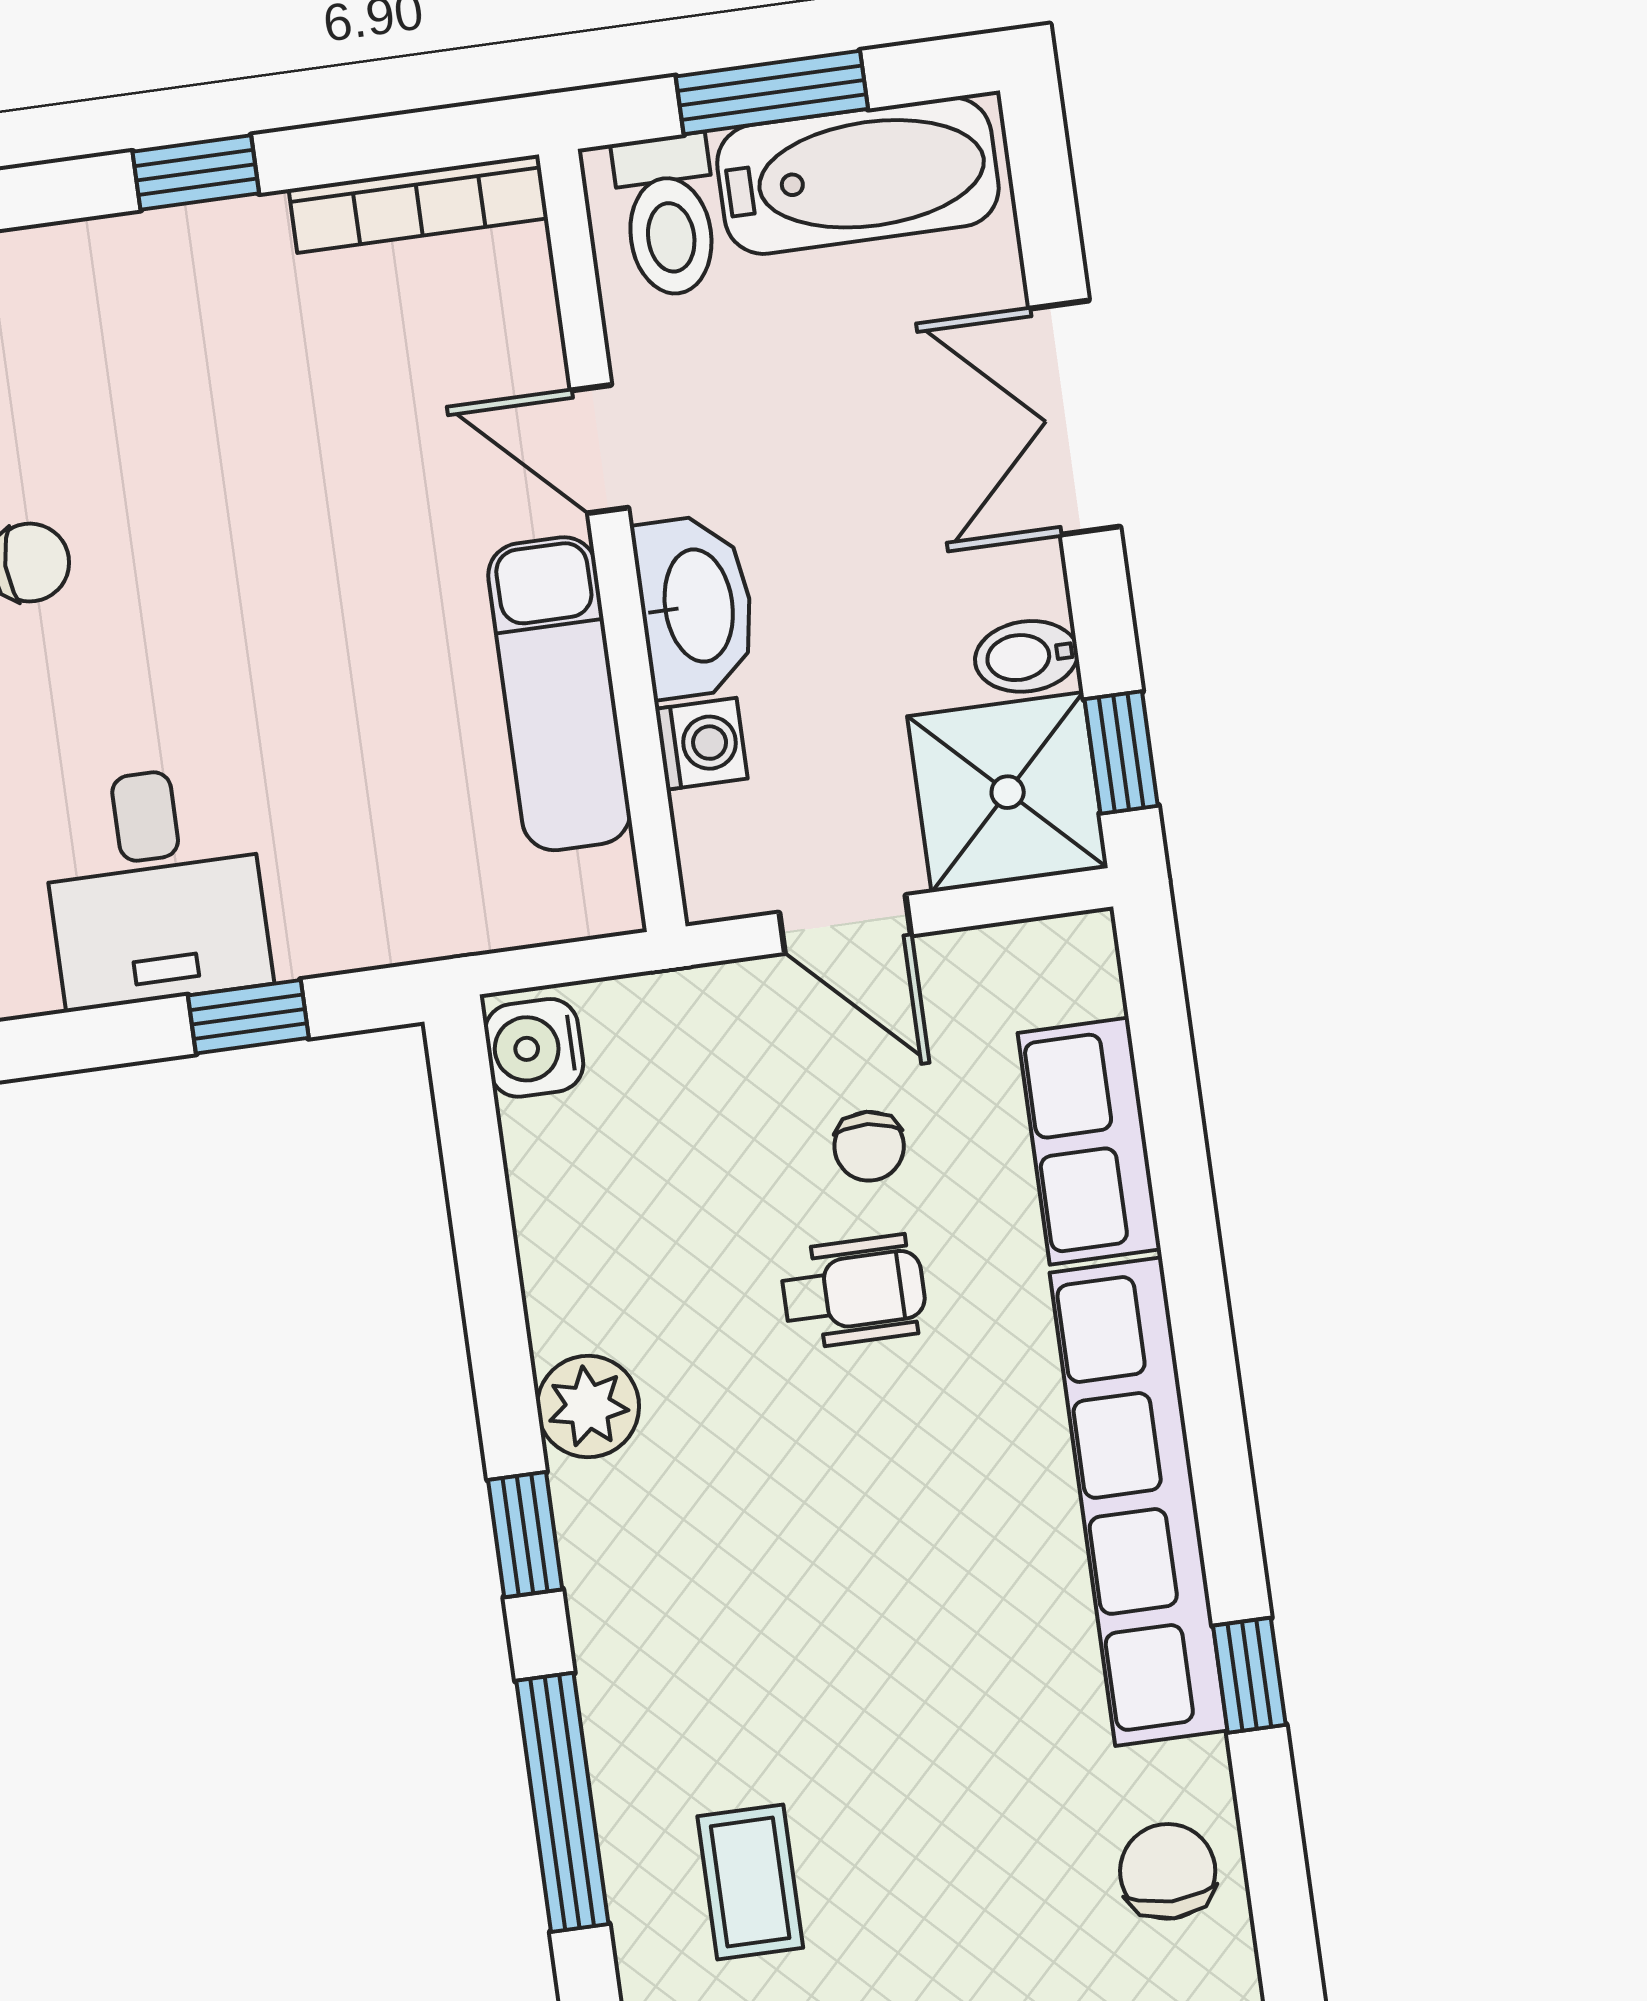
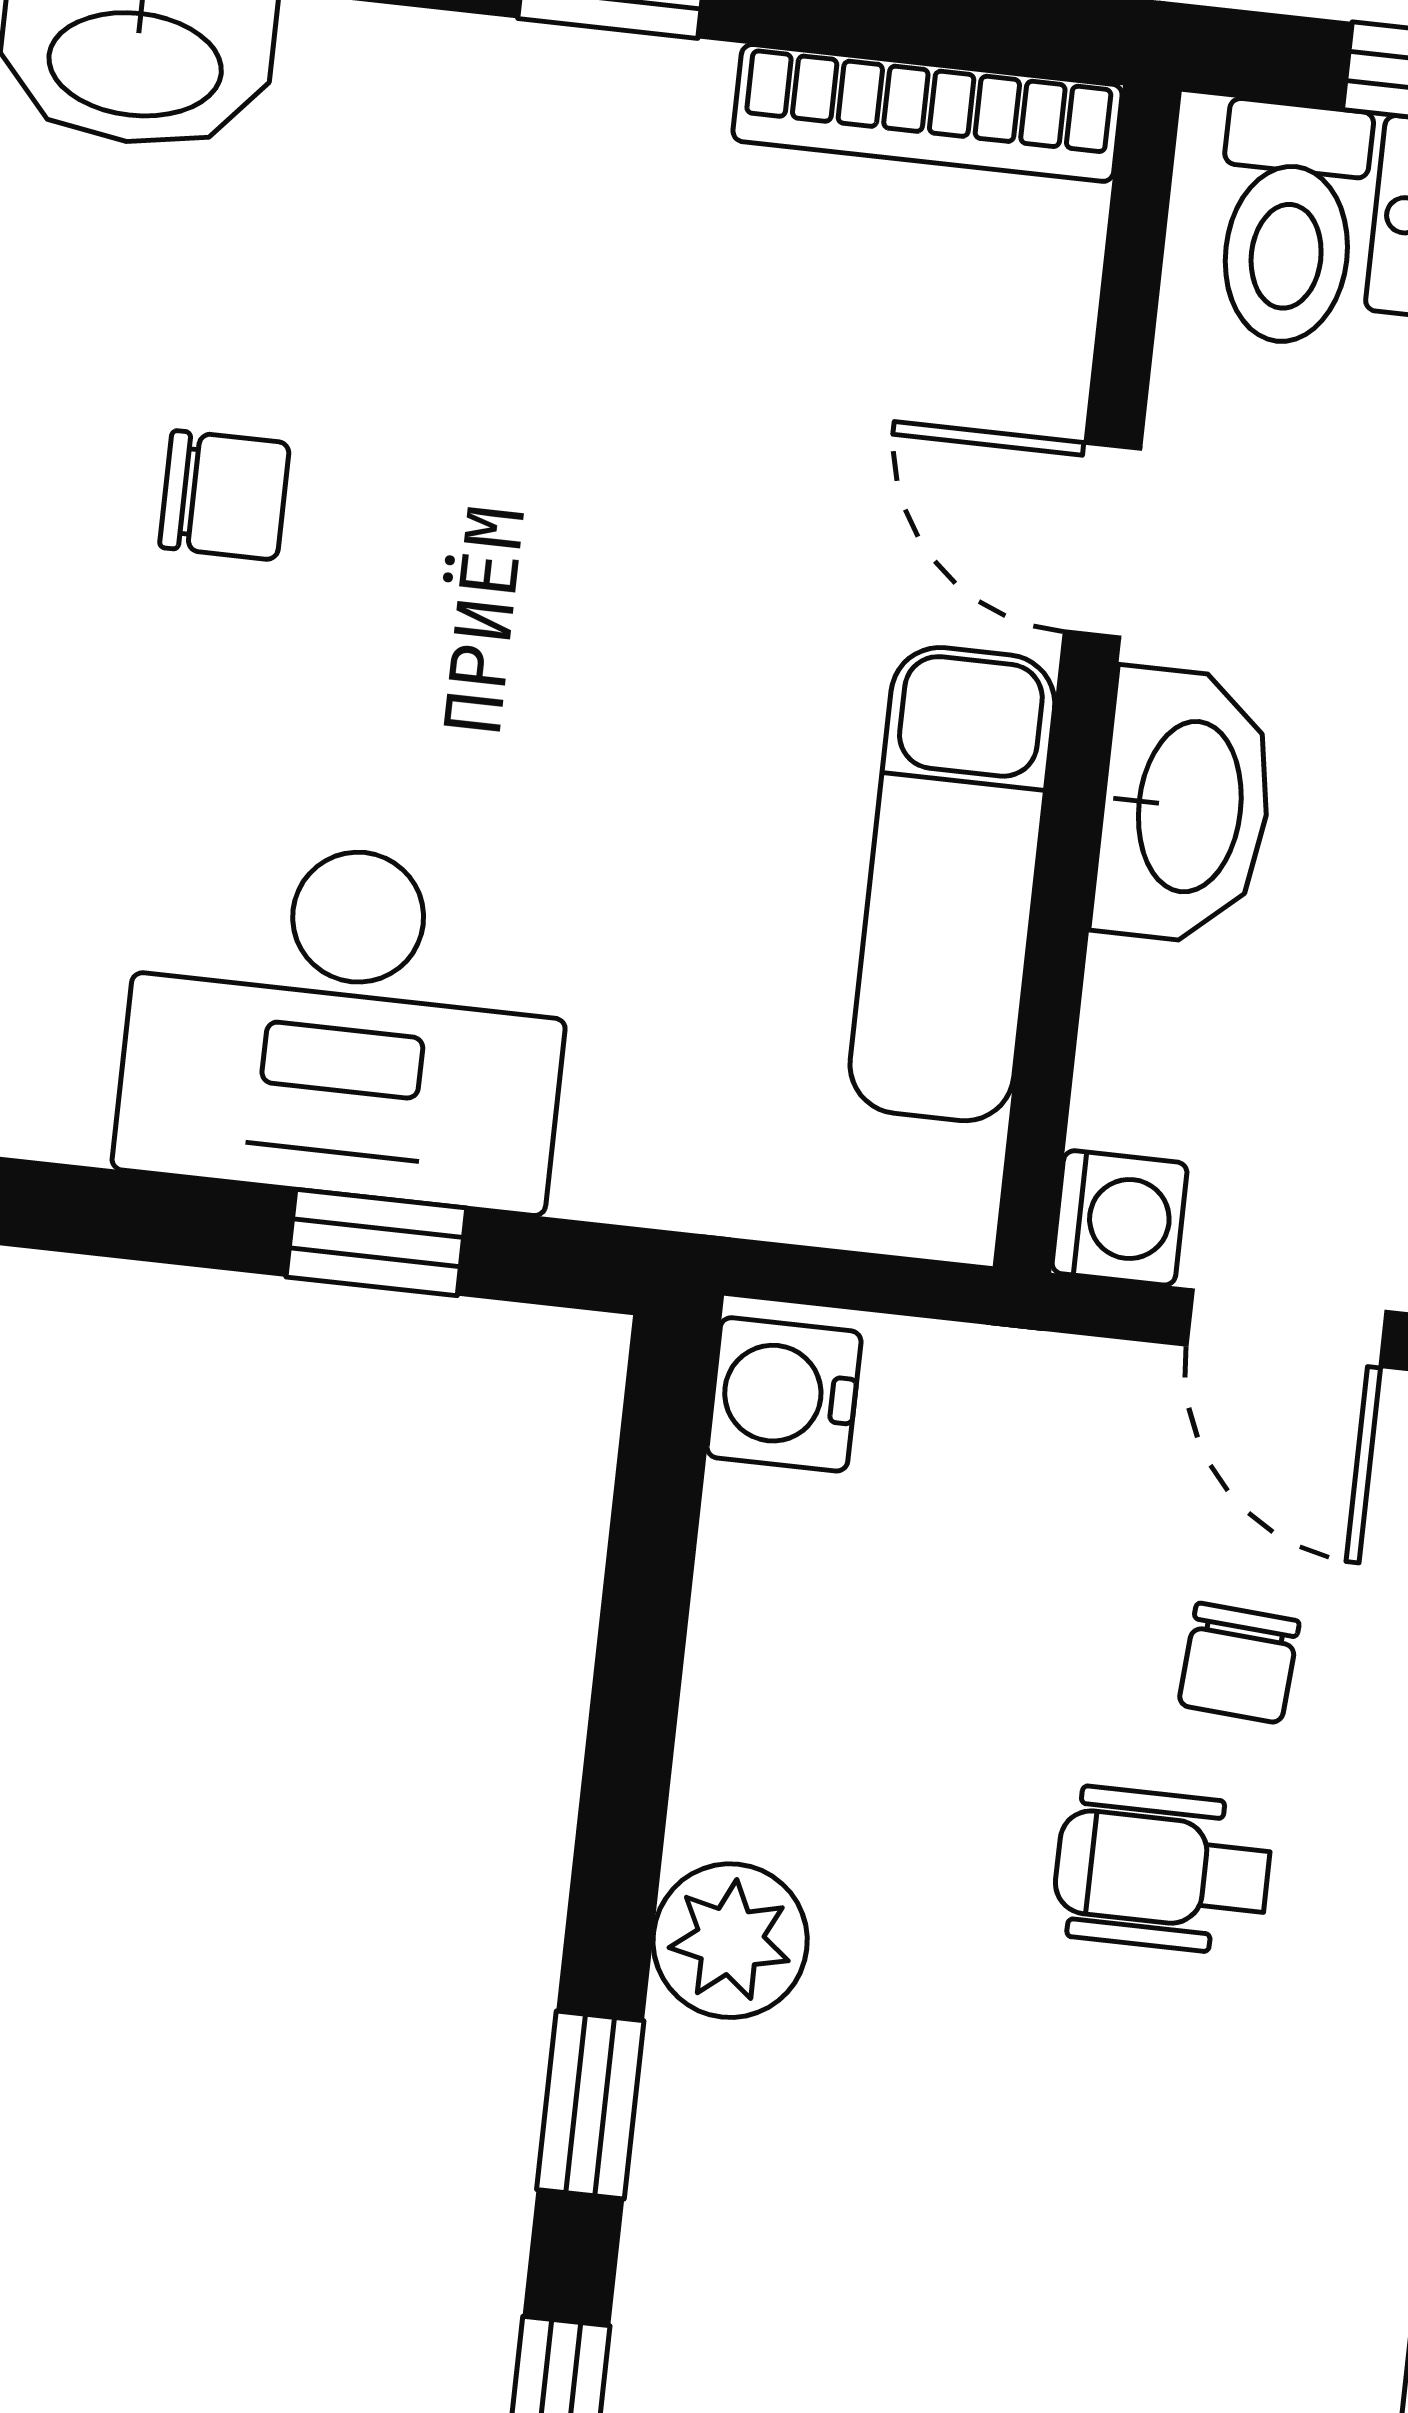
washing machine: (701, 744) -> (1120, 1218), moved
desk: (155, 886) -> (346, 1023), width x1.37
wheelchair: (854, 1292) -> (1162, 1871), turned 180

